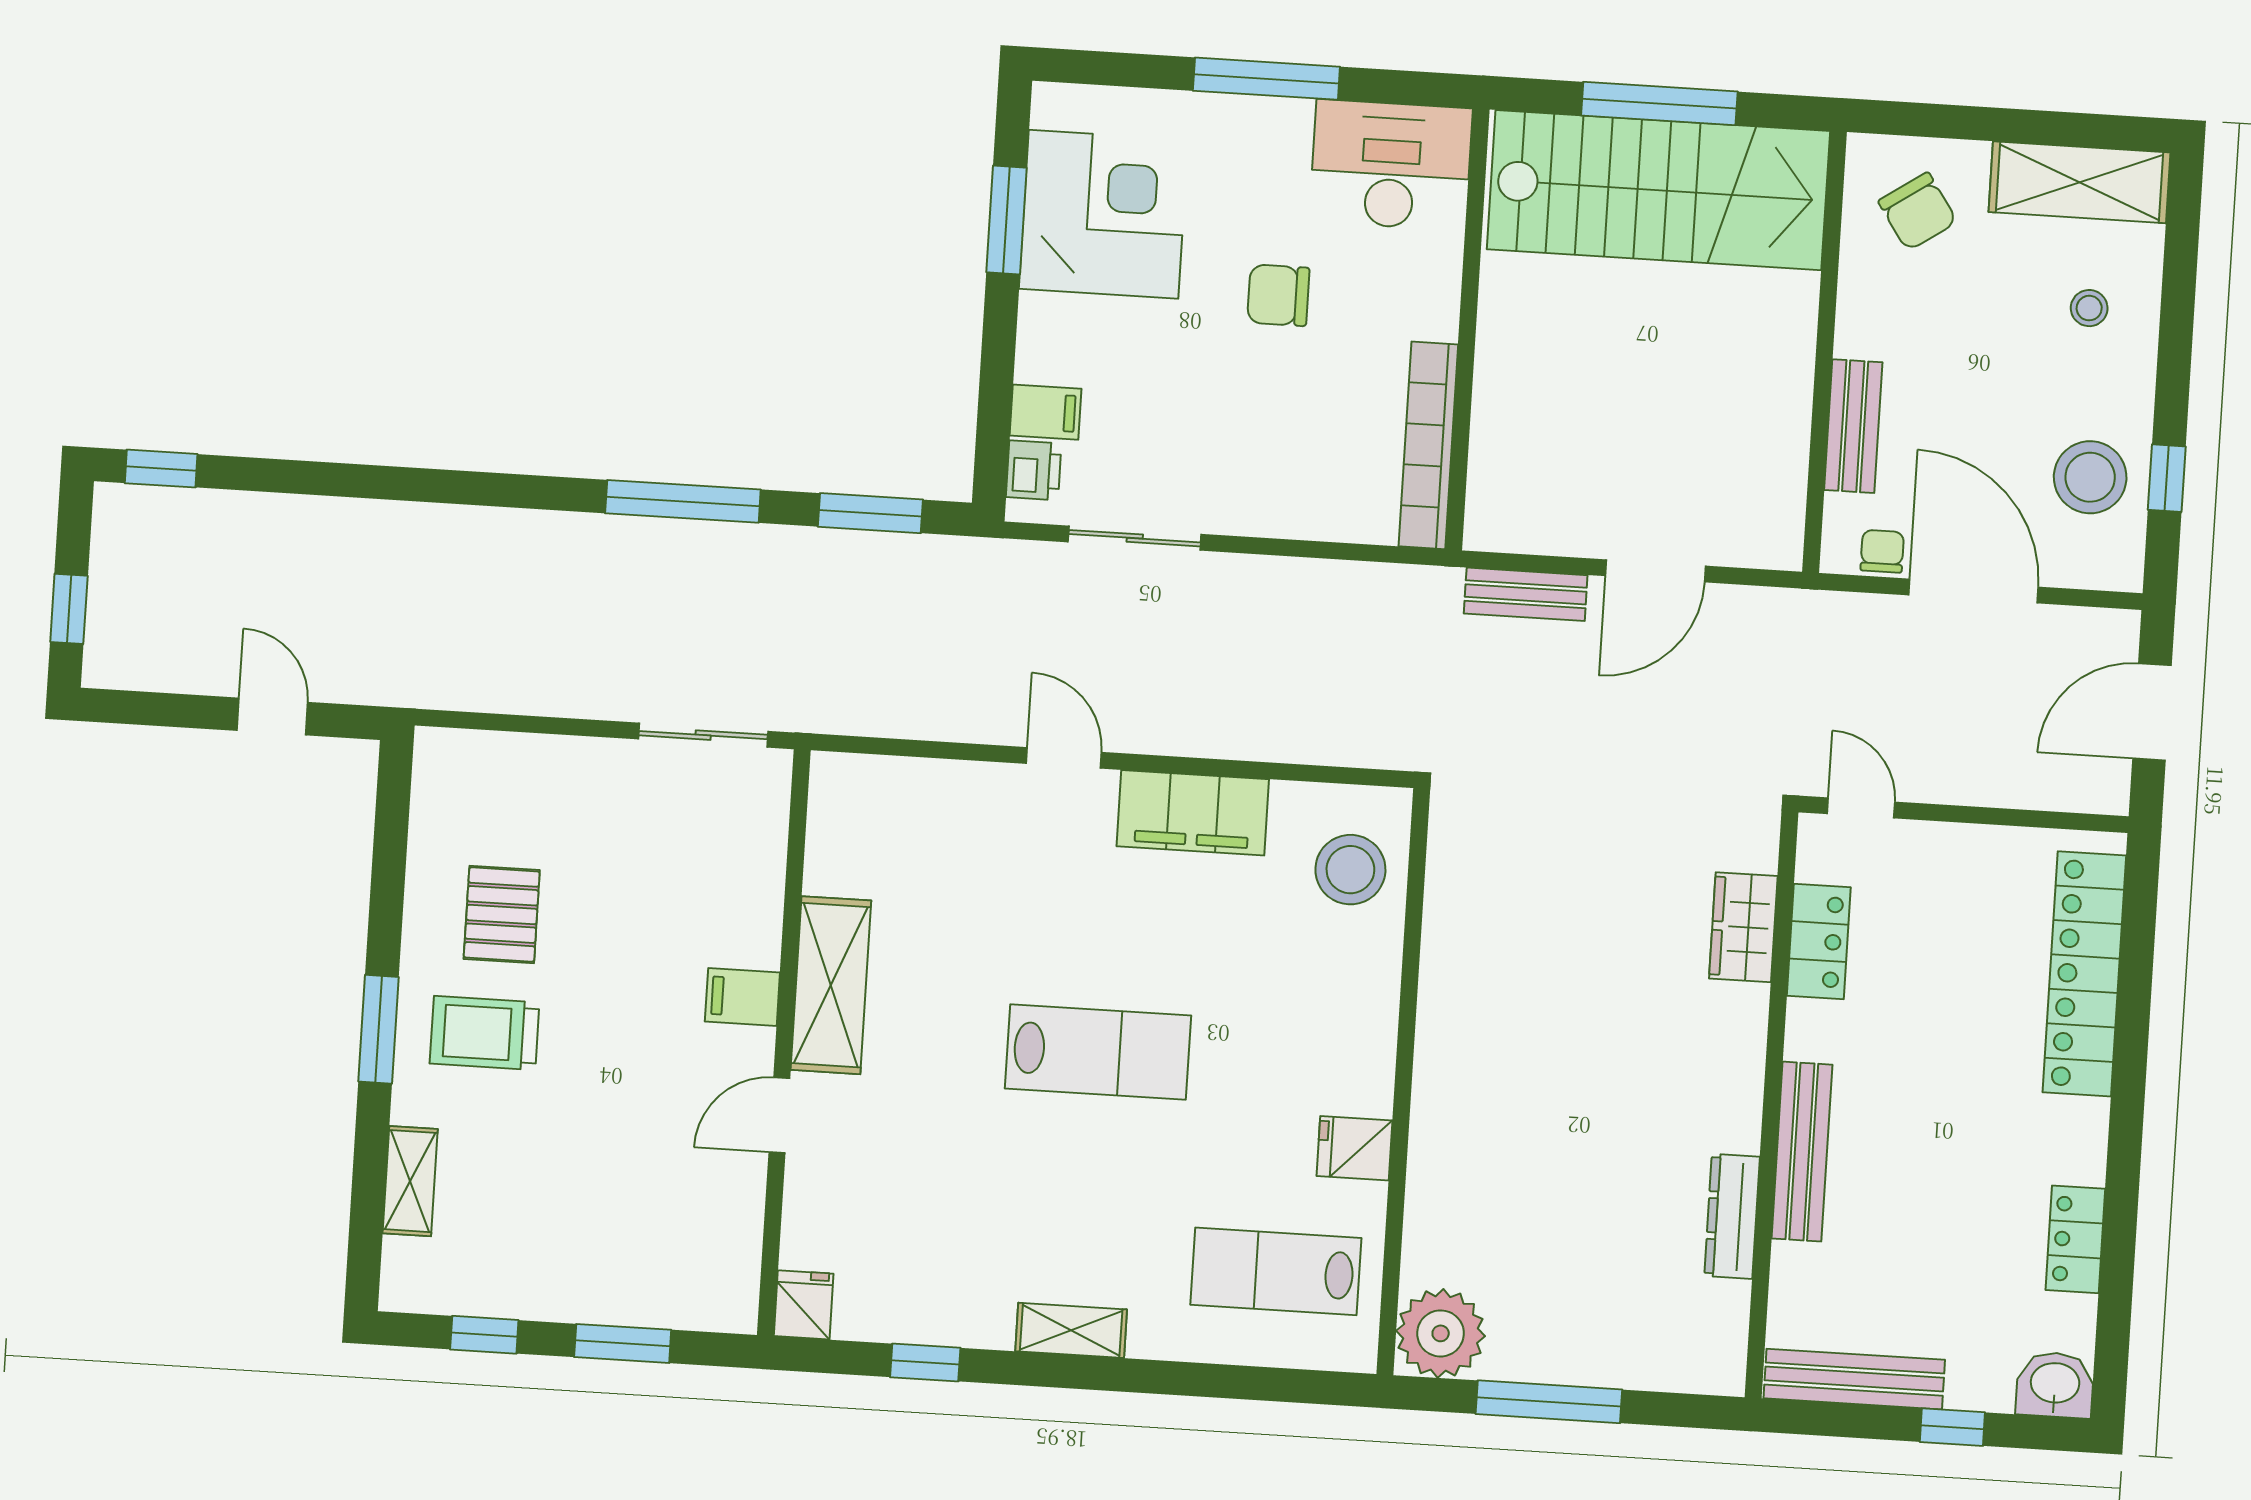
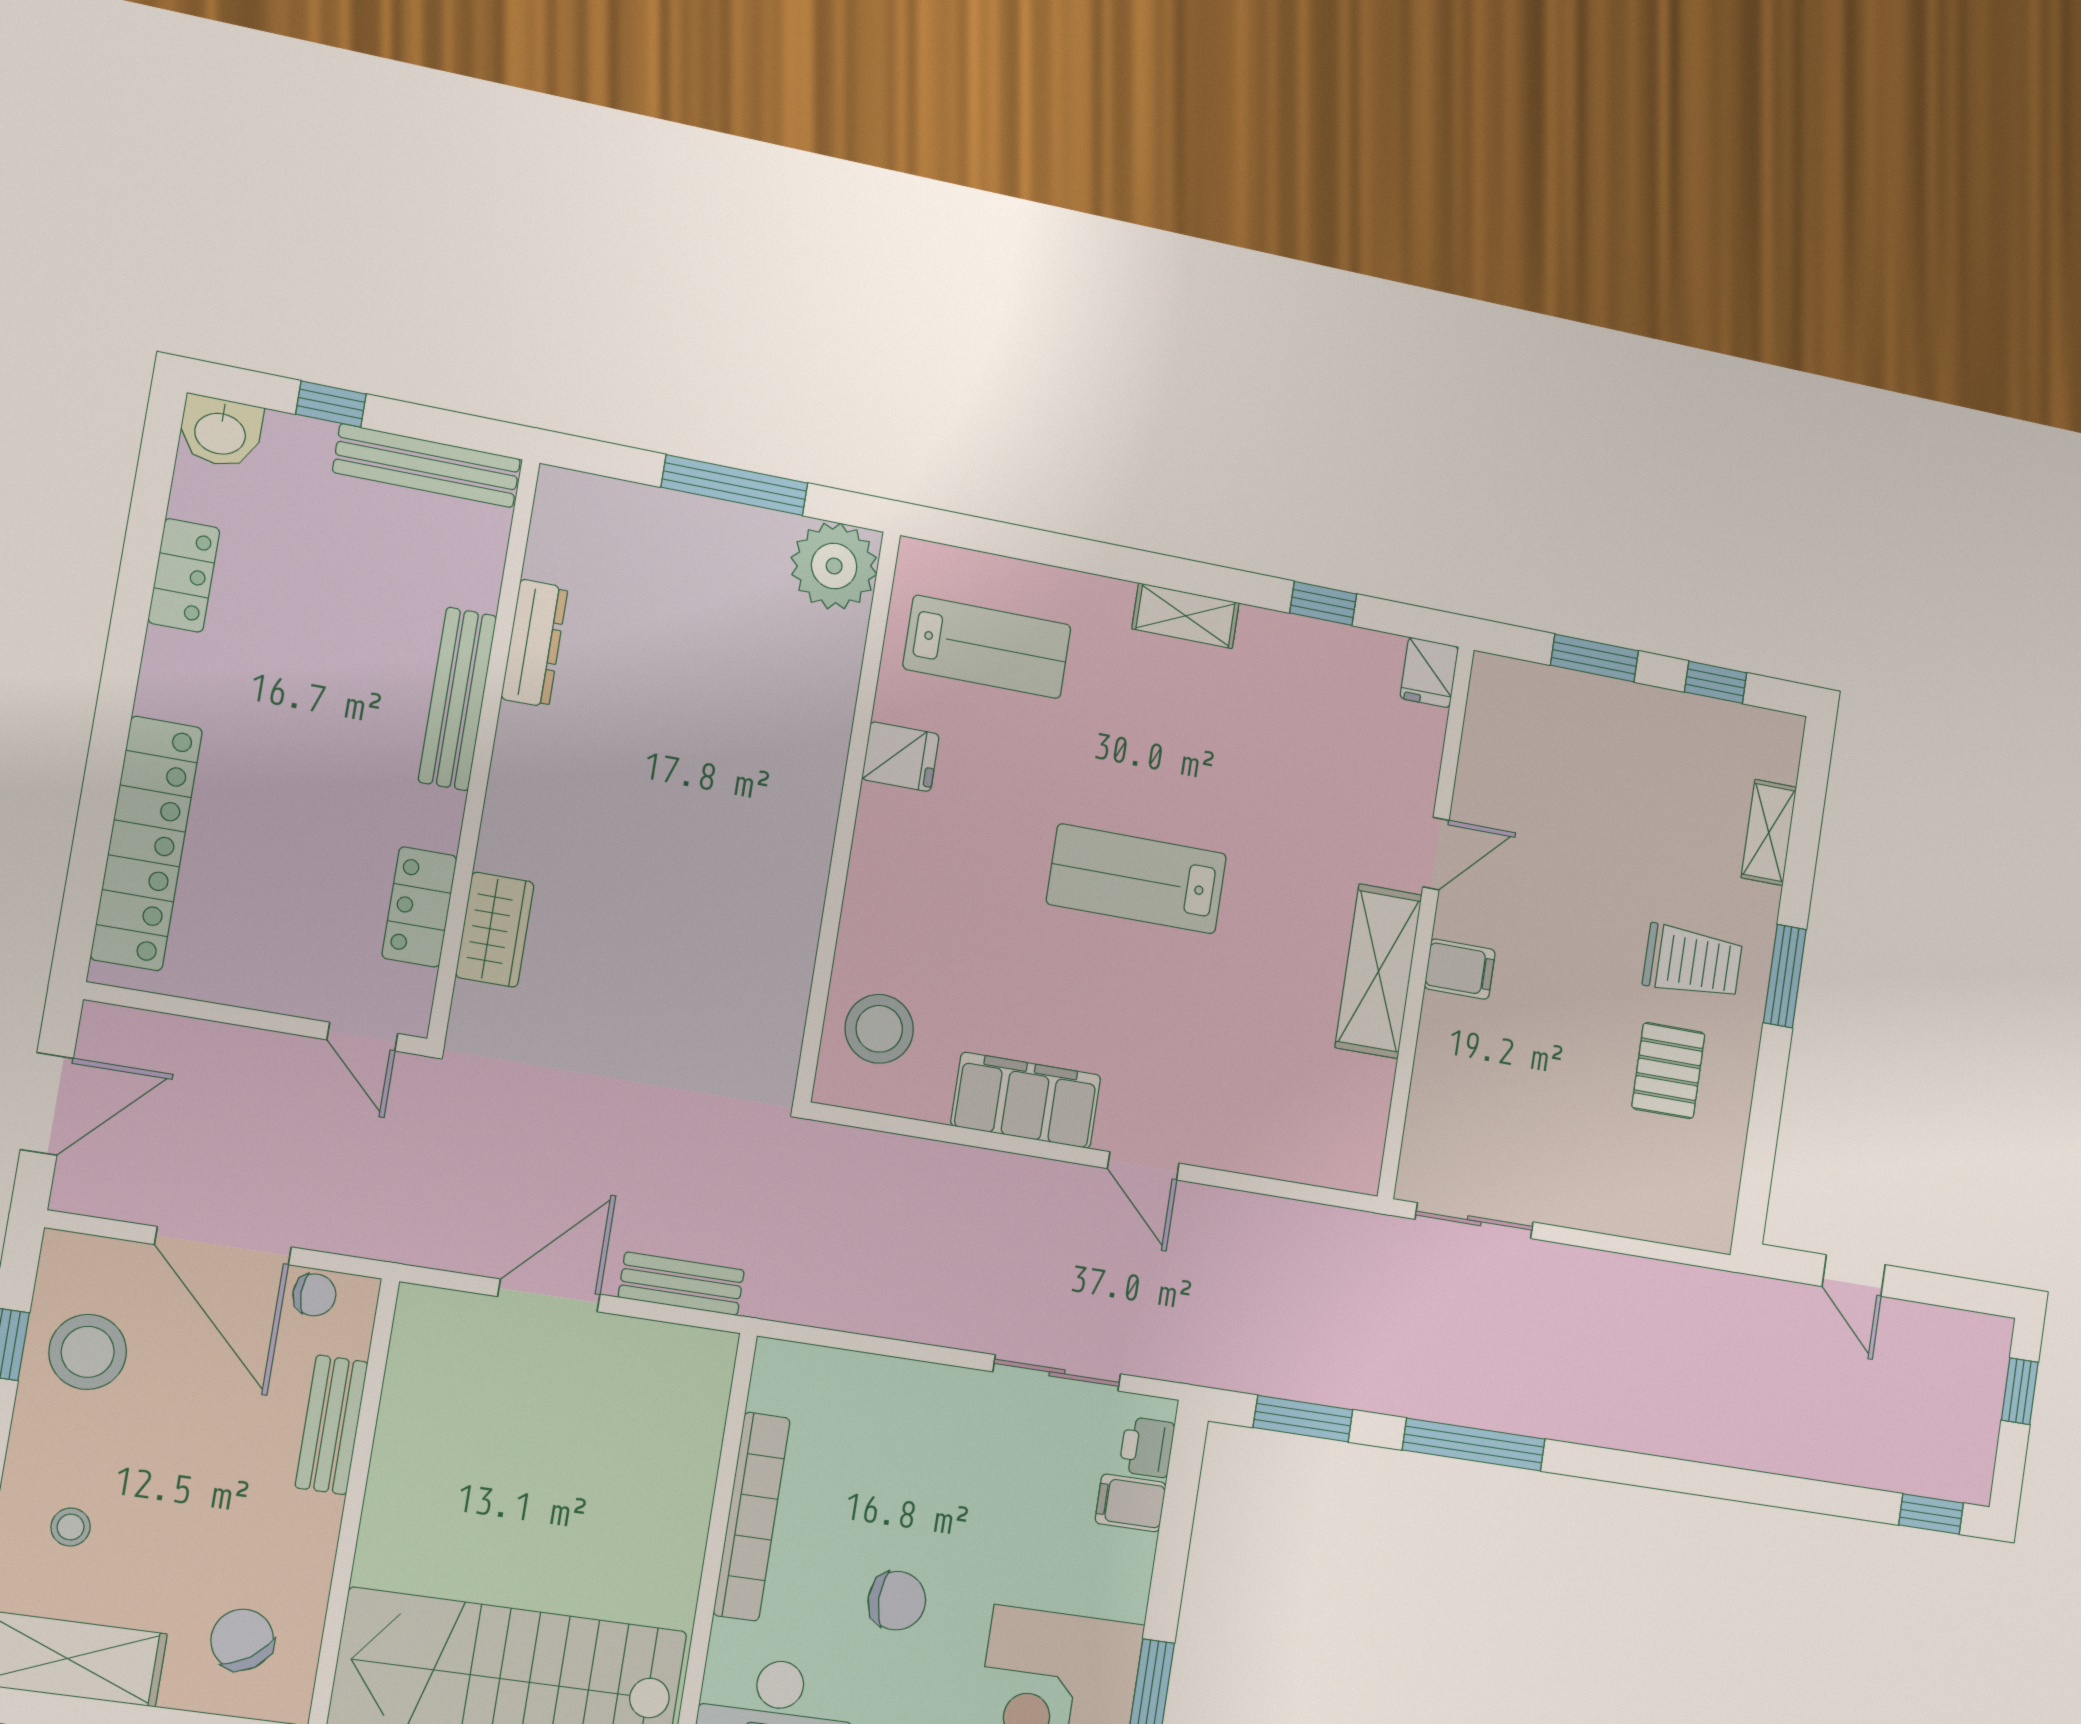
bookcase: (1428, 445) -> (752, 1517), moved
chair: (1882, 551) -> (314, 1295), turned -90

